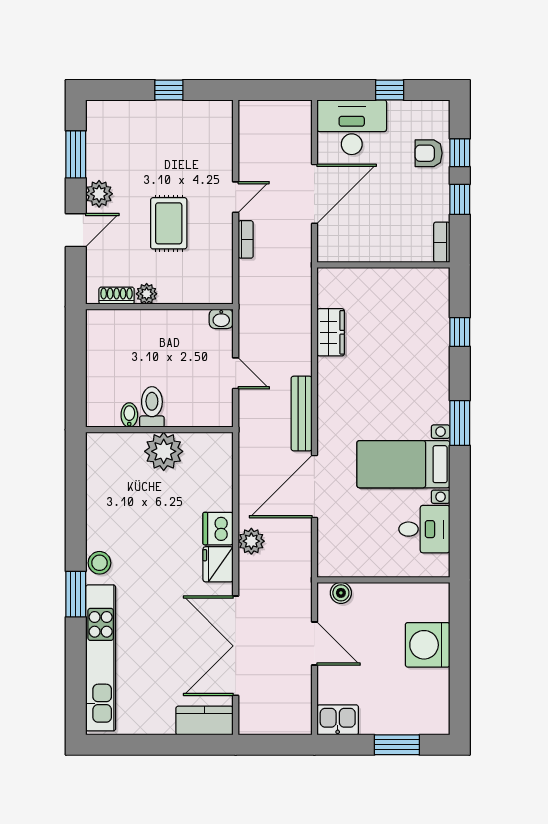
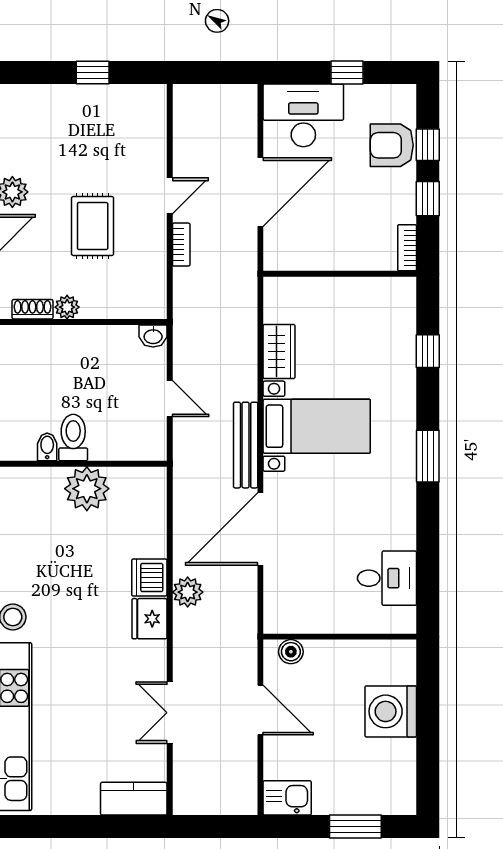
armchair: (429, 153) -> (392, 145), width x1.38, depth x1.38
bed with nightstands: (403, 464) -> (317, 426), moved, turned 180
double door: (236, 646) -> (170, 713), width x0.54

